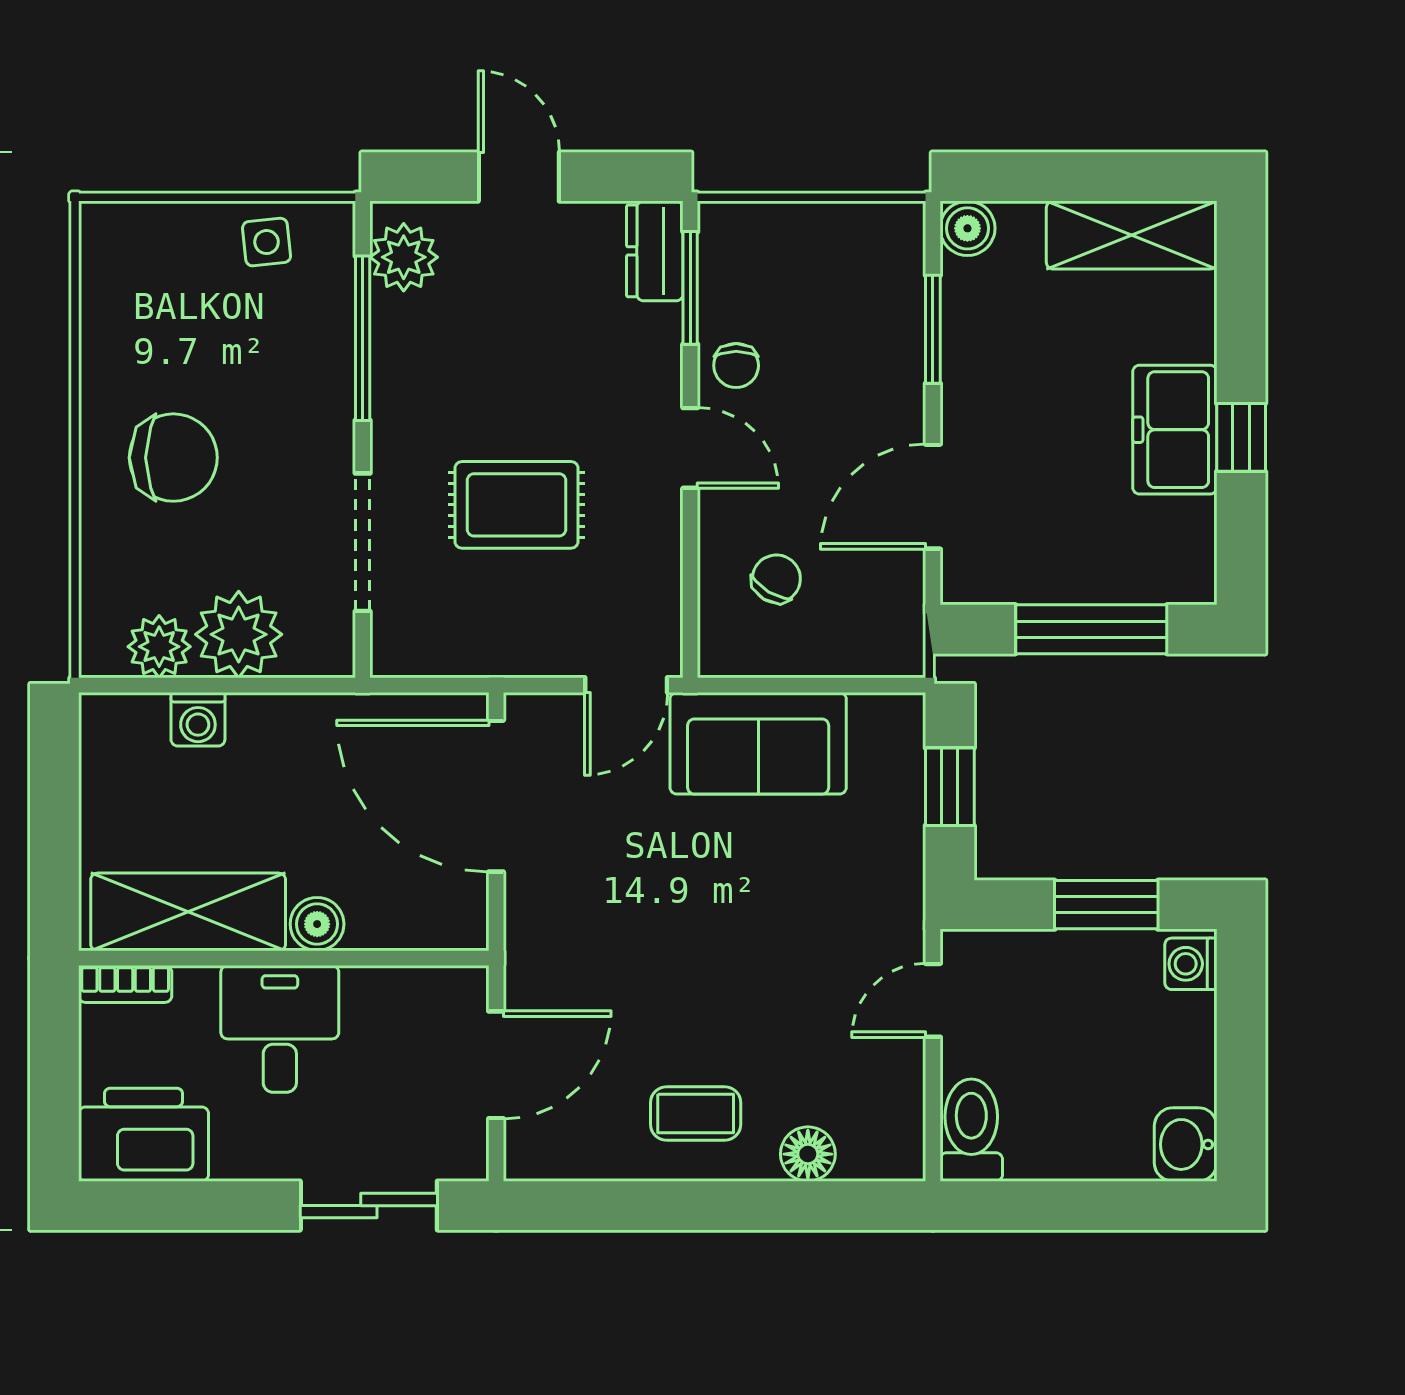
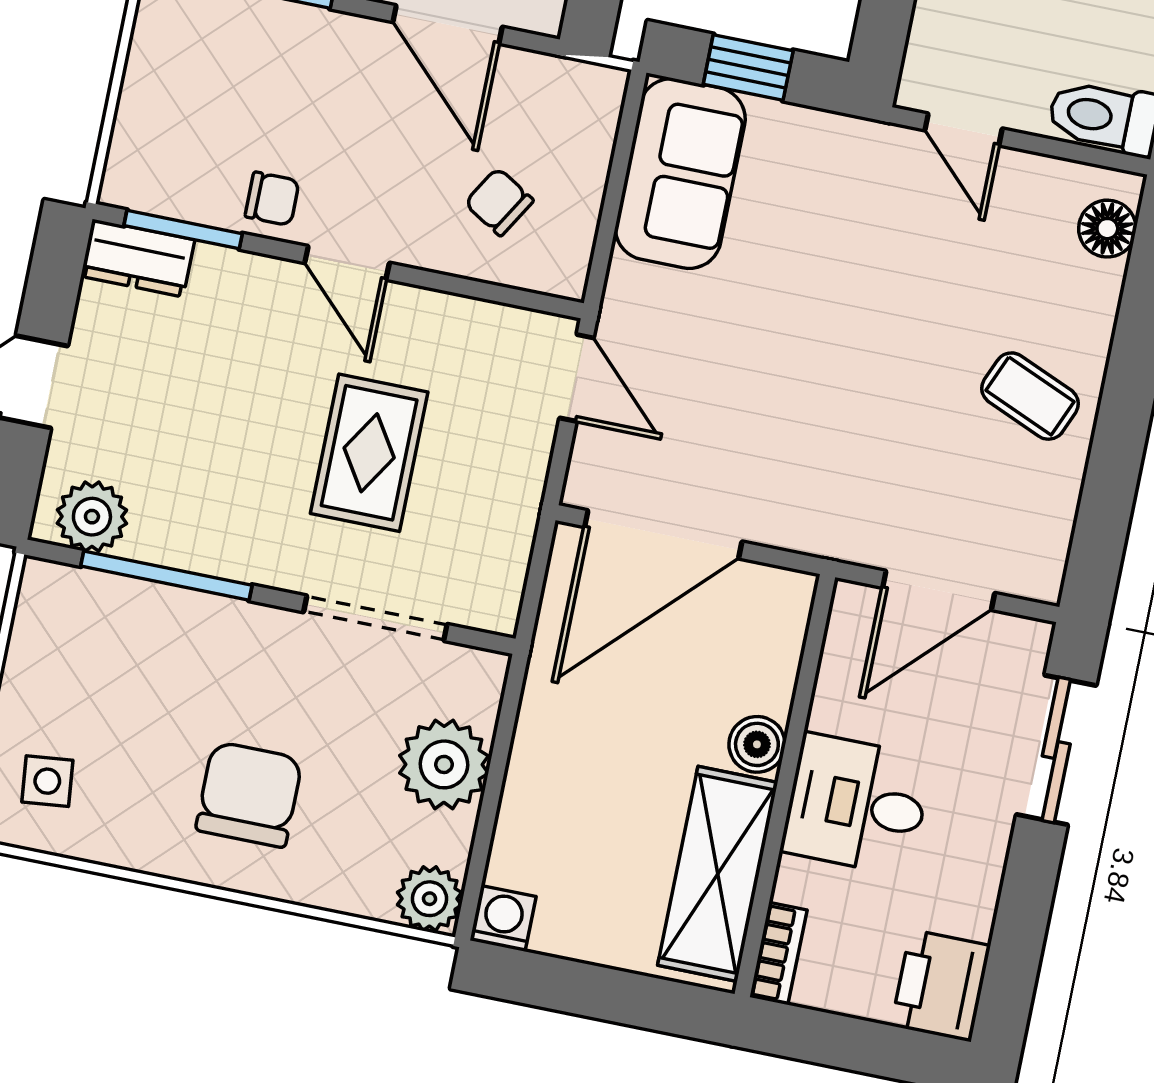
side table: (267, 242) -> (47, 781), moved
door: (690, 448) -> (347, 263), swing flipped
plant: (159, 647) -> (430, 899), moved
washing machine: (198, 719) -> (503, 918), moved, turned -90
sofa: (758, 743) -> (680, 174), moved
door: (496, 1065) -> (939, 590), swing flipped
coffee table: (696, 1114) -> (1030, 396), turned -67
printer: (144, 1135) -> (941, 986), width x0.73, depth x0.84
floor lamp: (808, 1154) -> (1107, 229), moved

